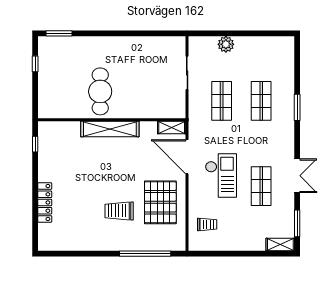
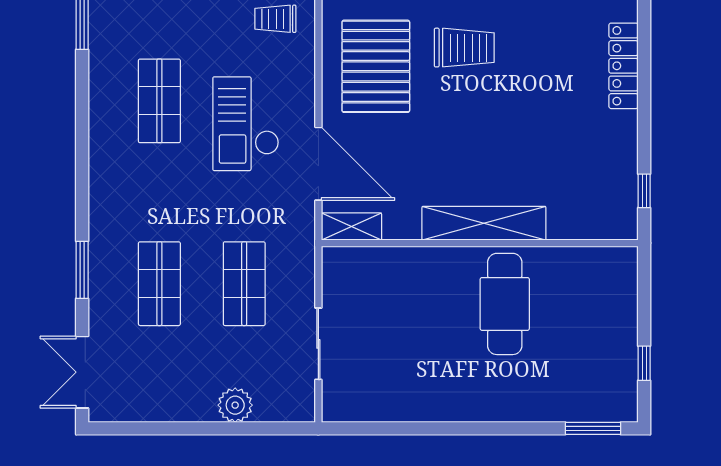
double door: (297, 176) -> (82, 372), moved

